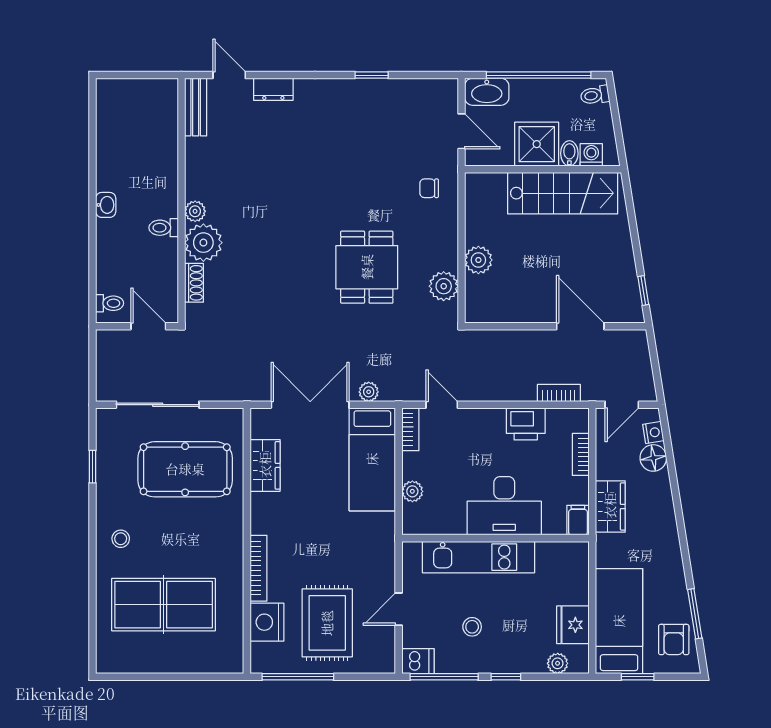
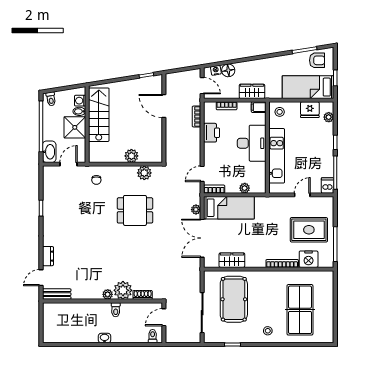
door: (580, 326) -> (164, 106), hinge flipped
door: (399, 609) -> (302, 195), swing flipped
stool: (472, 627) -> (280, 112), moved

